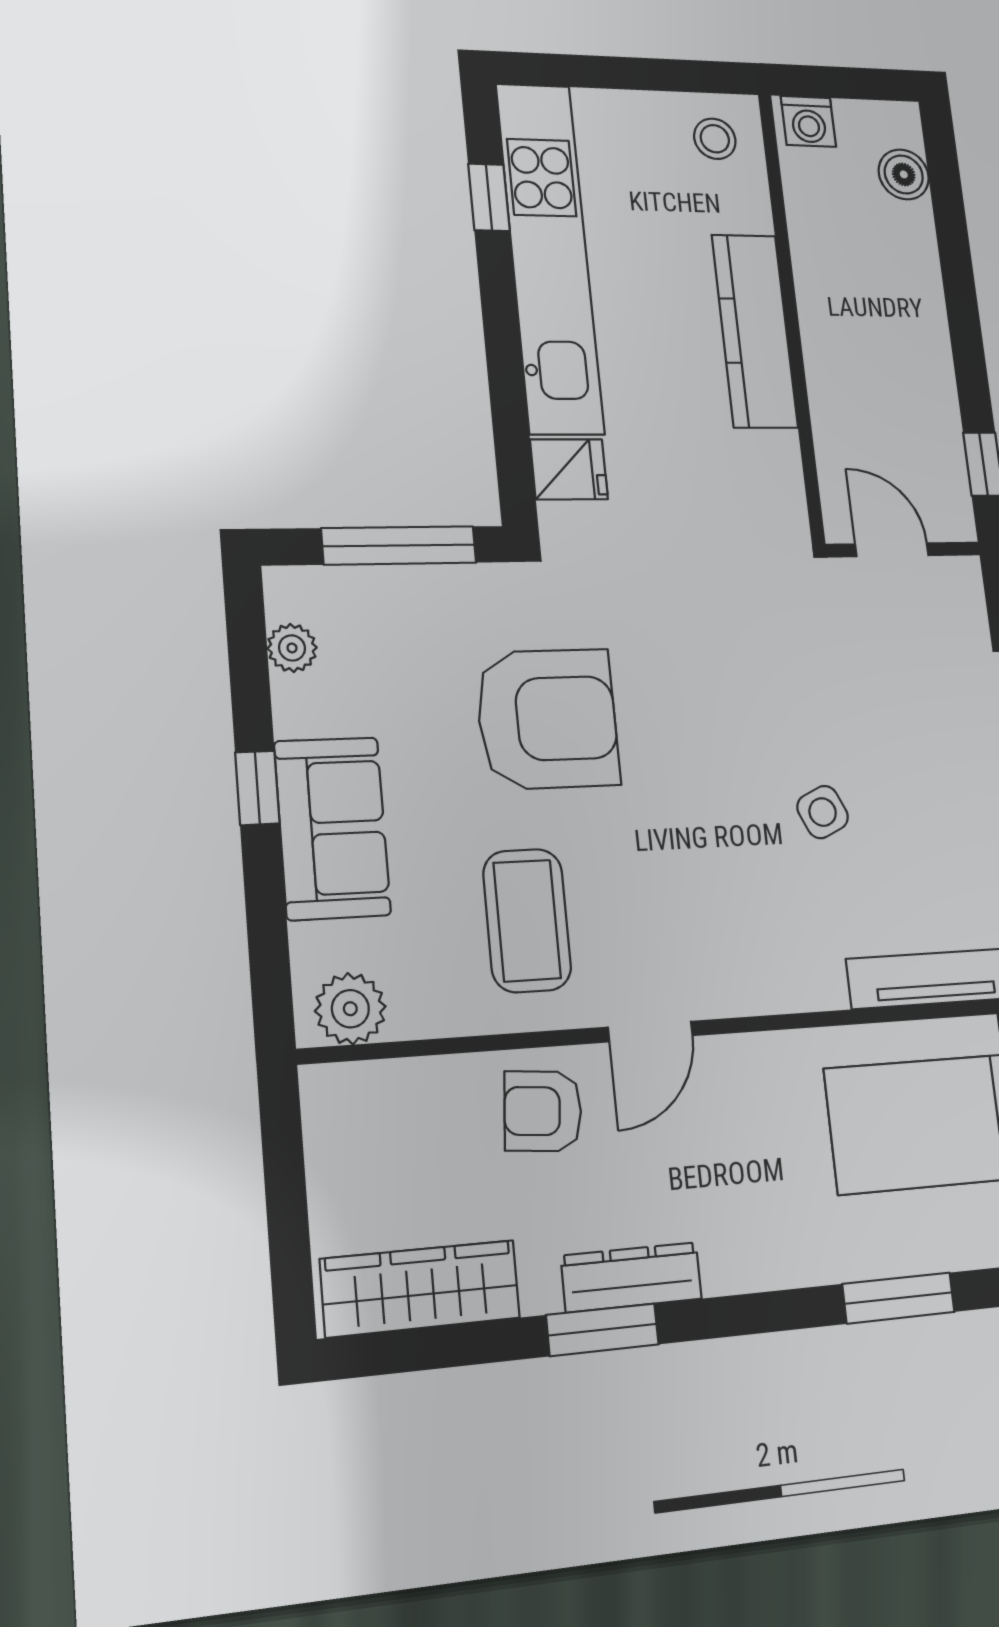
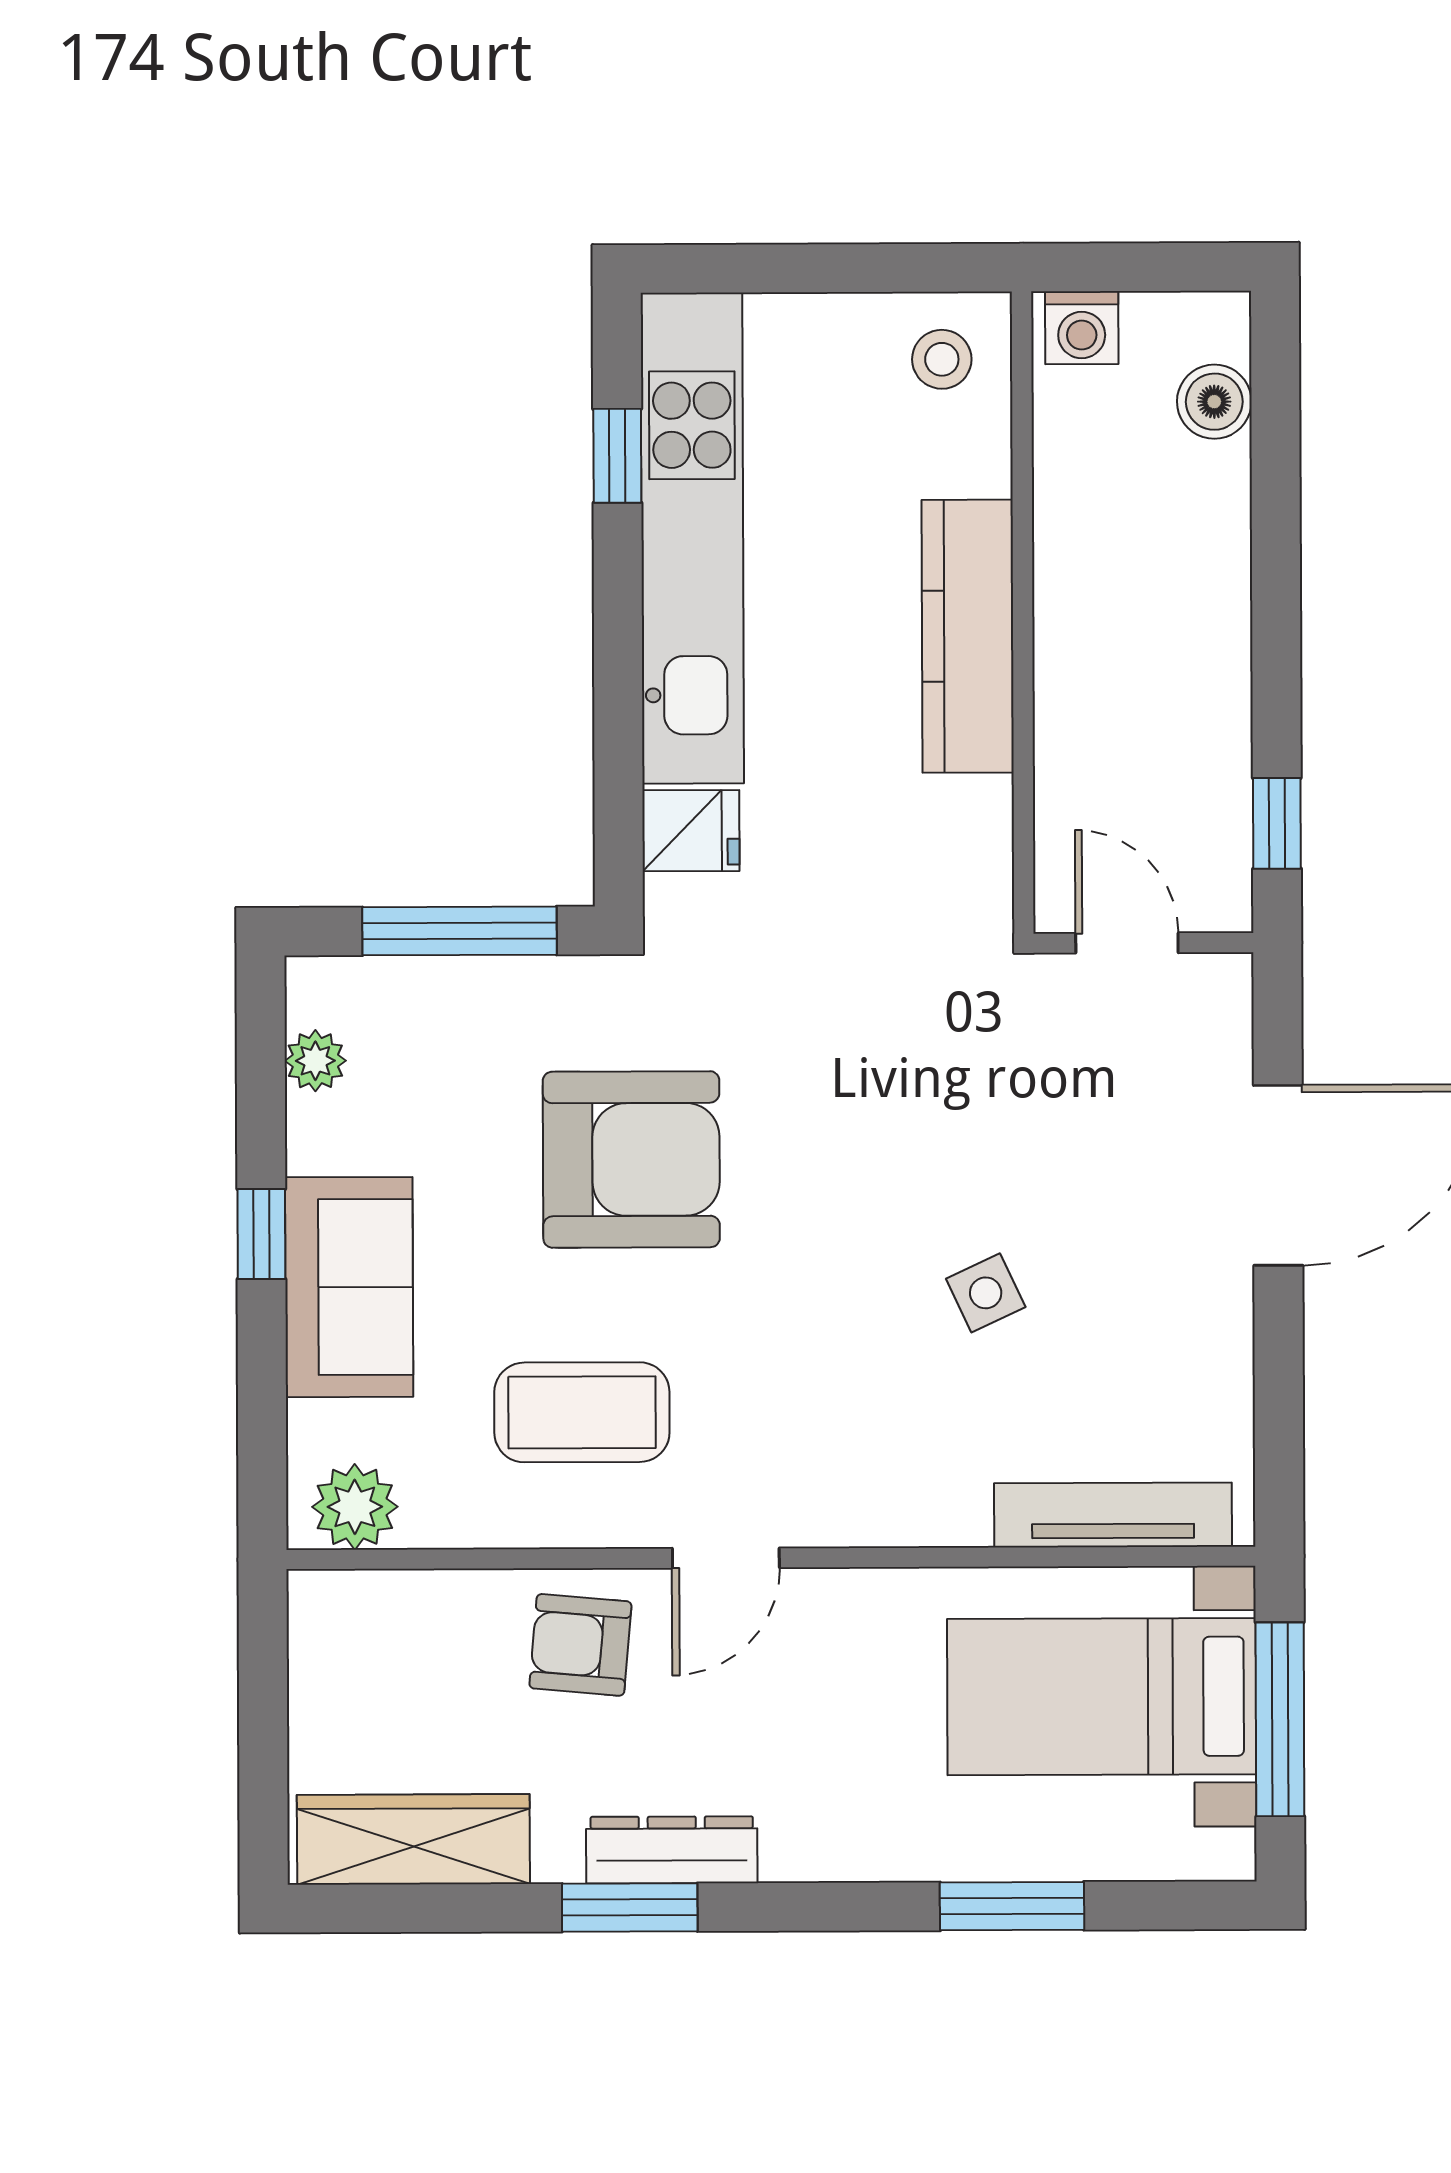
coffee table: (527, 920) -> (582, 1412), turned 90

